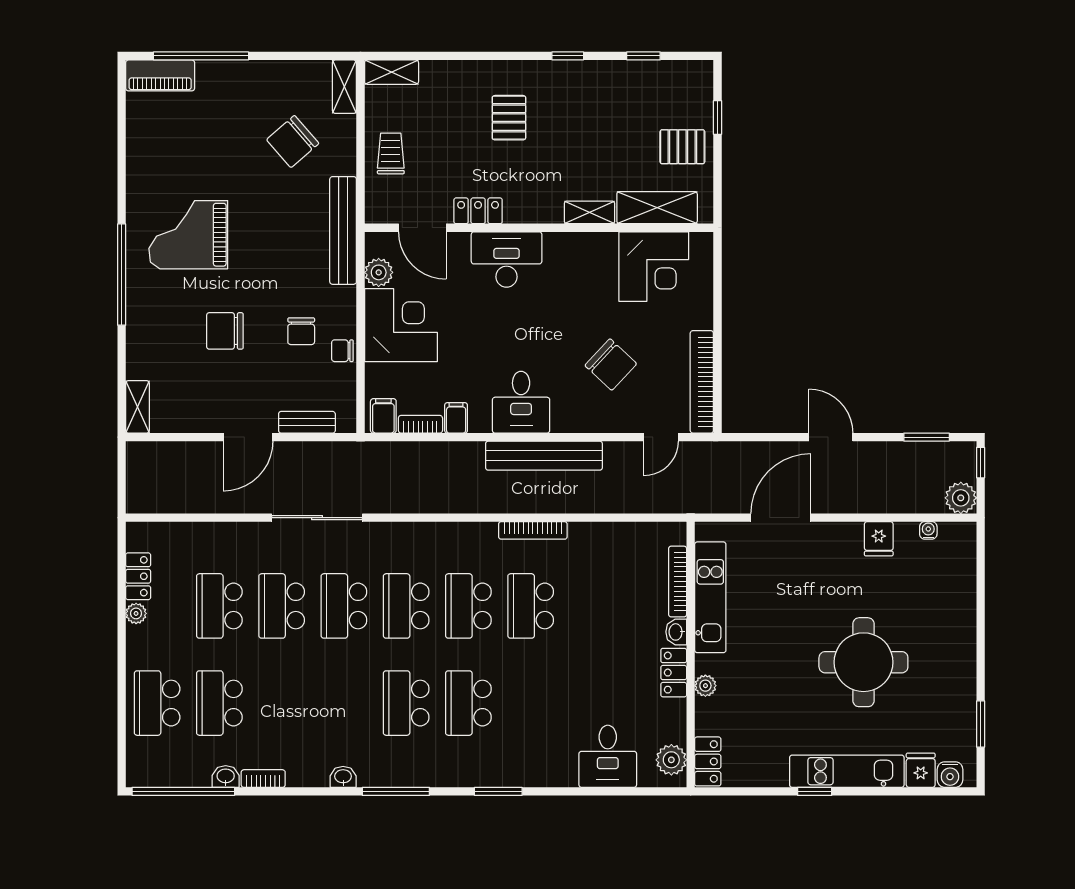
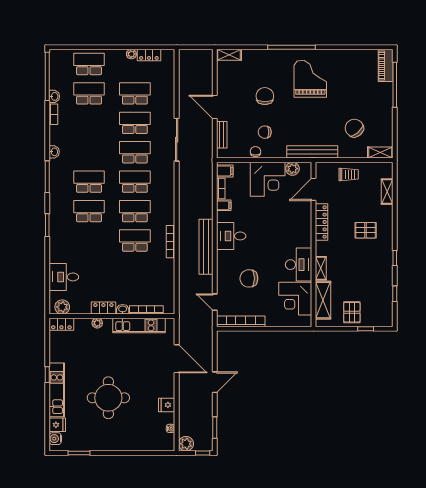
shelving: (392, 72) -> (387, 192), moved
locker: (478, 211) -> (322, 222), width x1.53
desk: (507, 259) -> (299, 265), moved
chair: (611, 365) -> (249, 278), turned 47

